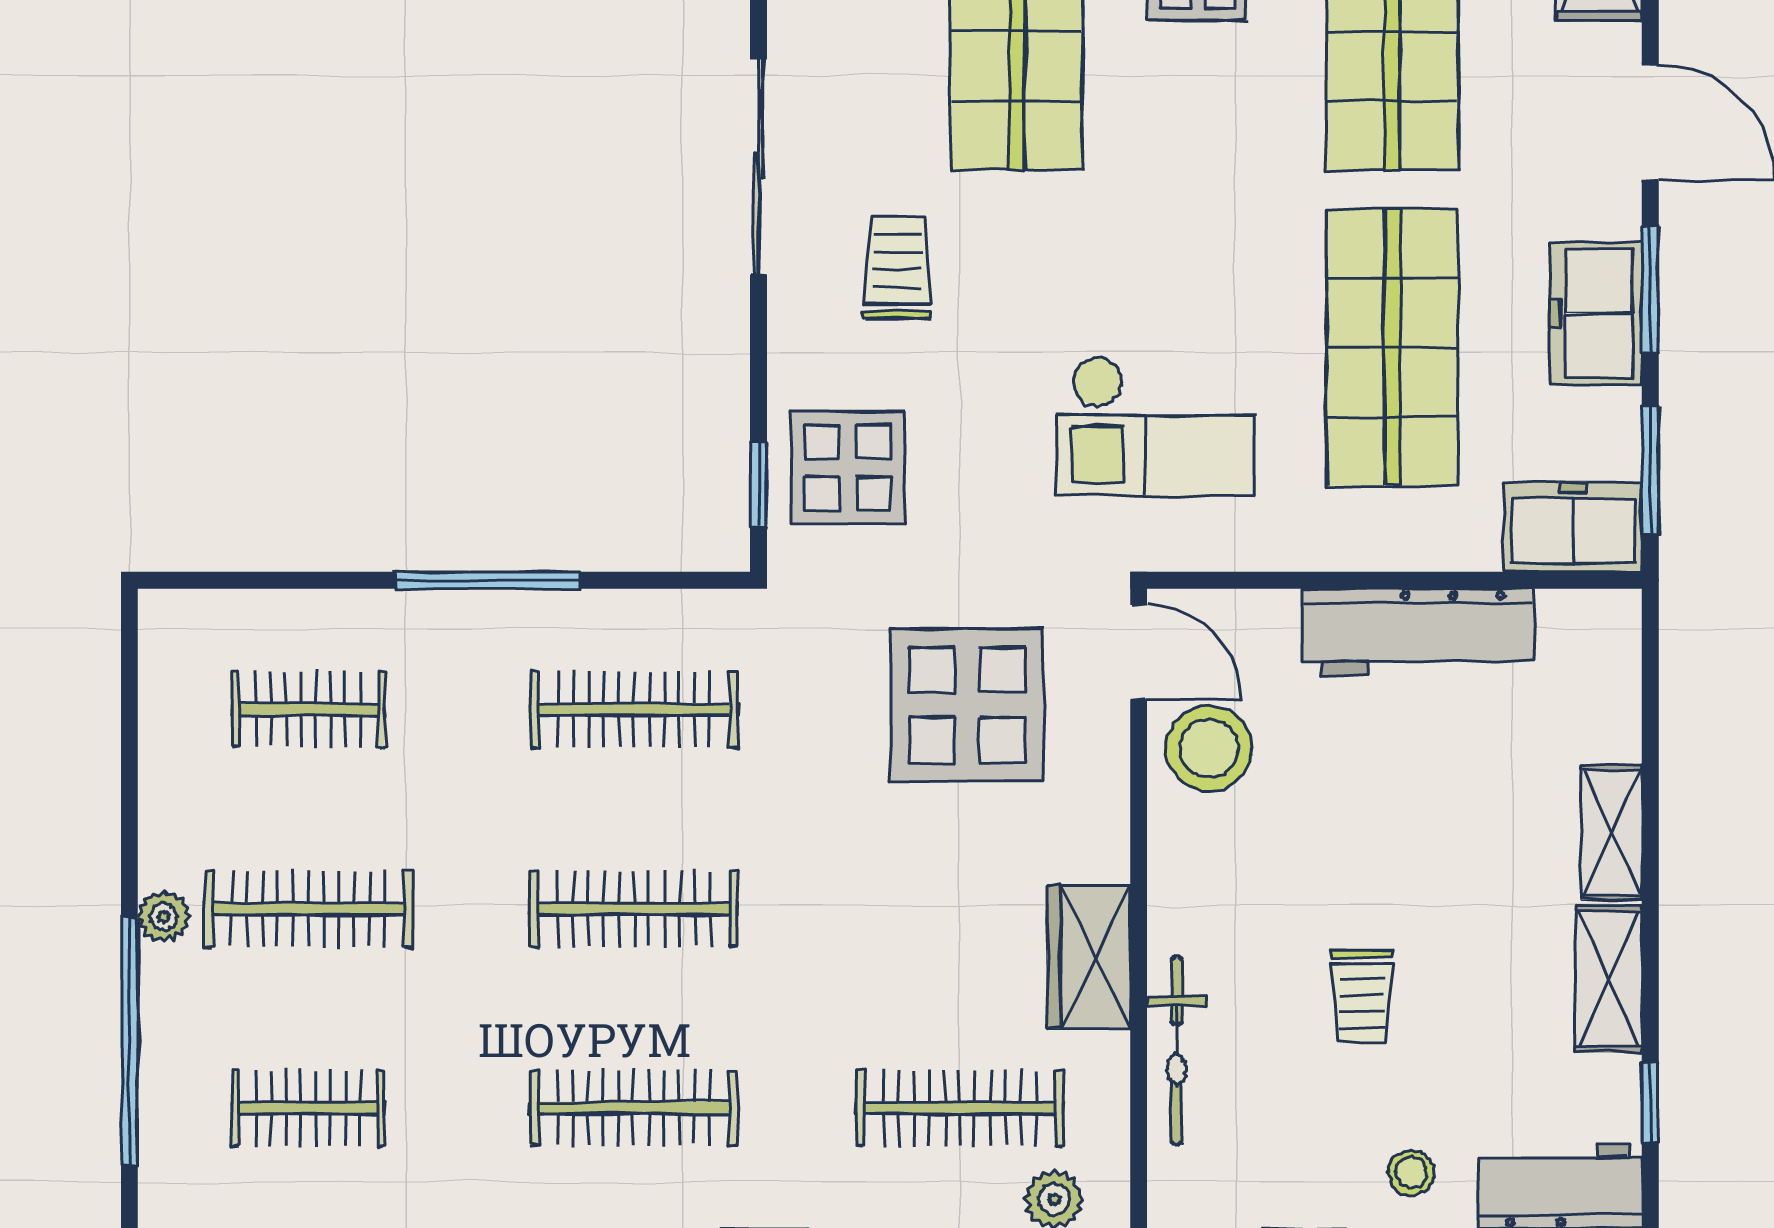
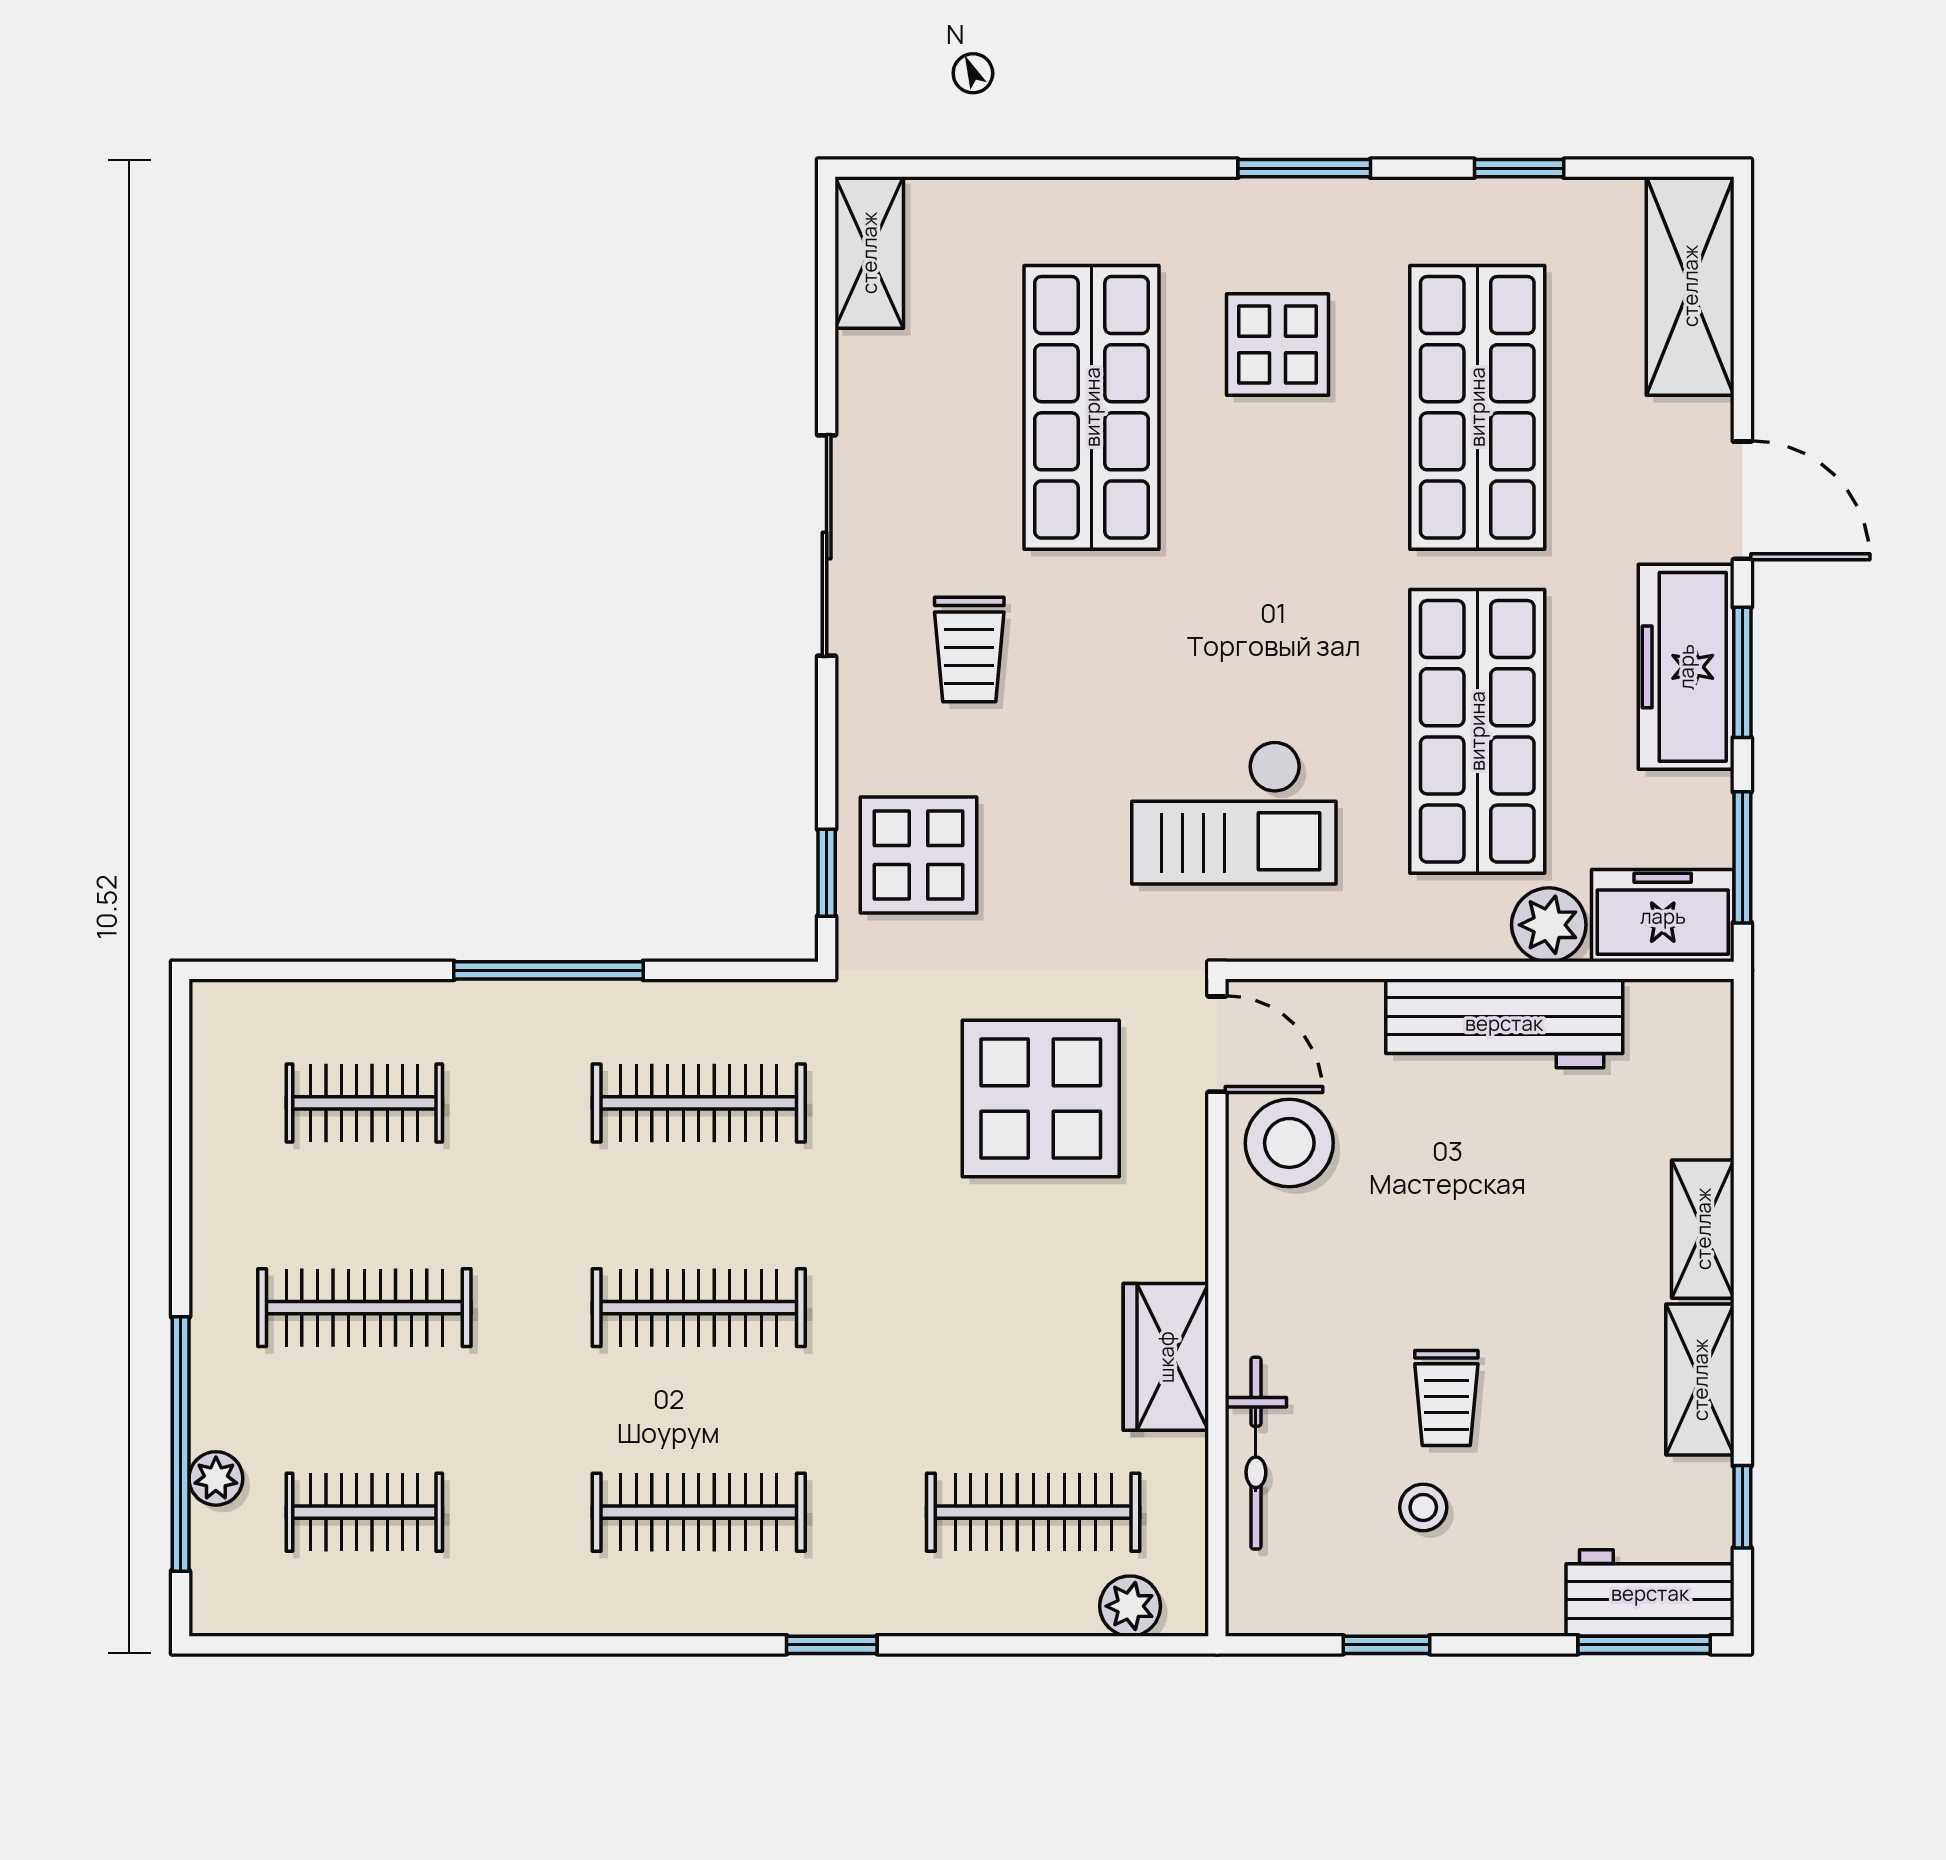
trolley: (897, 268) -> (969, 650), turned 180
freezer: (1596, 313) -> (1686, 667), width x1.40
plant: (1462, 536) -> (1549, 925), added
plant: (164, 917) -> (216, 1478), moved
stool: (1411, 1173) -> (1423, 1507), moved

